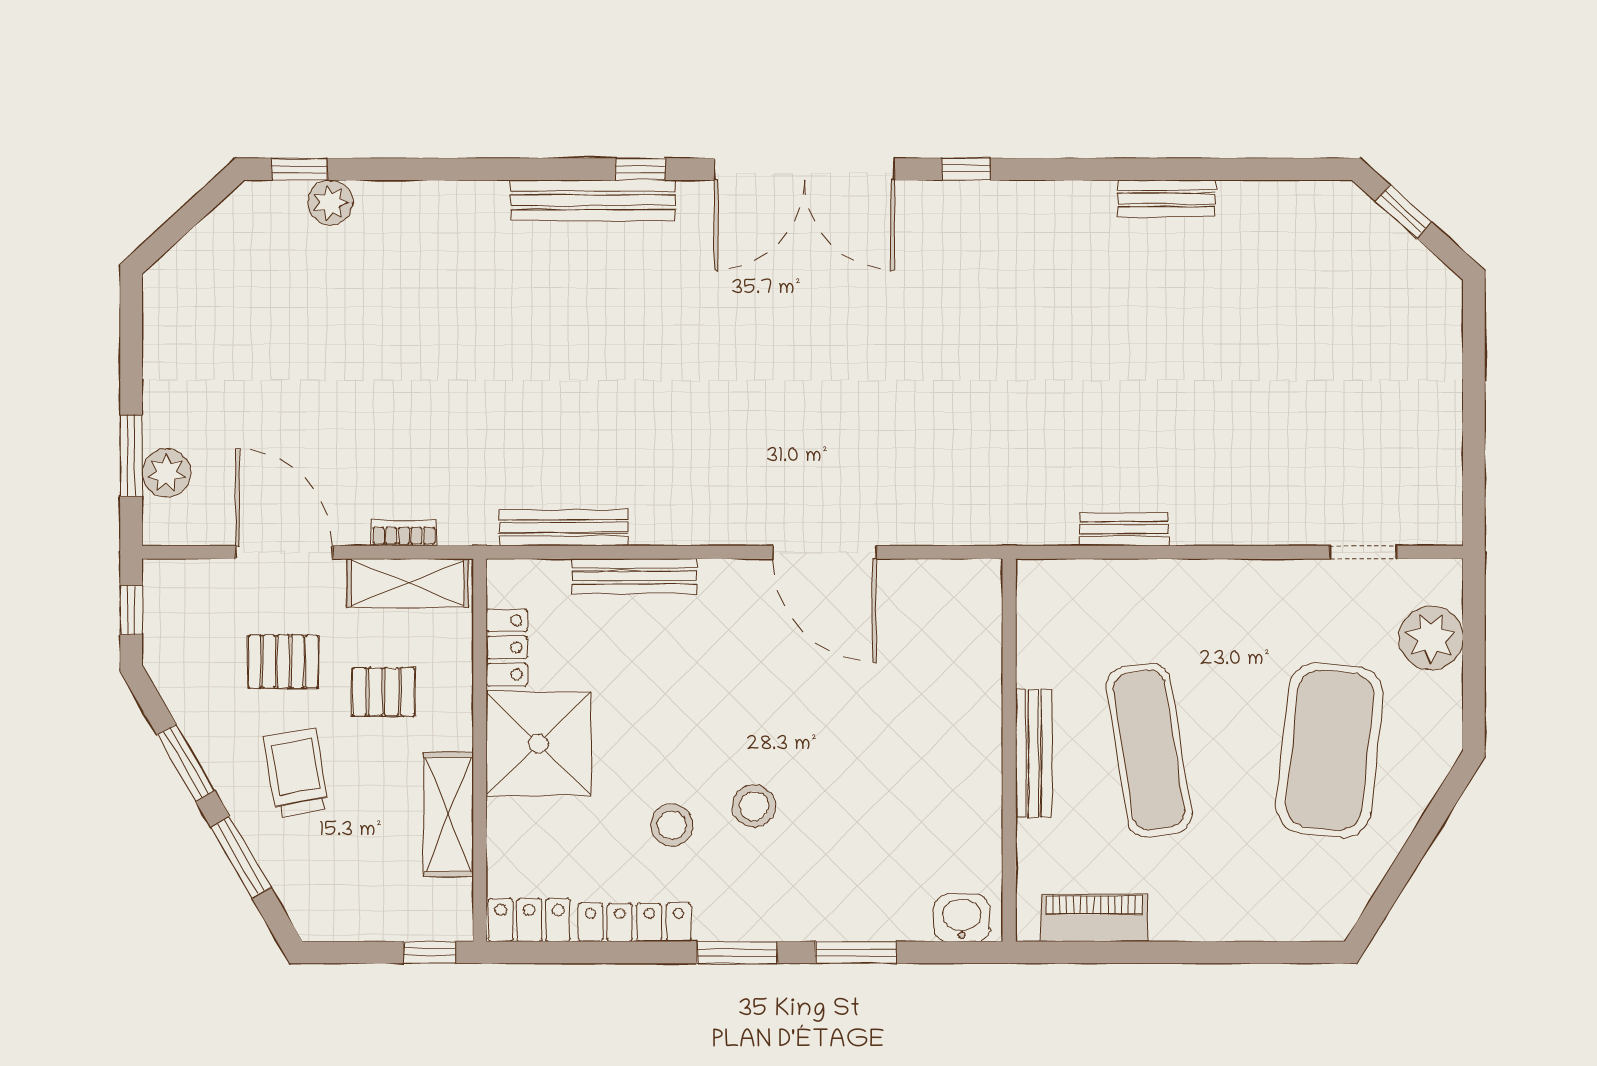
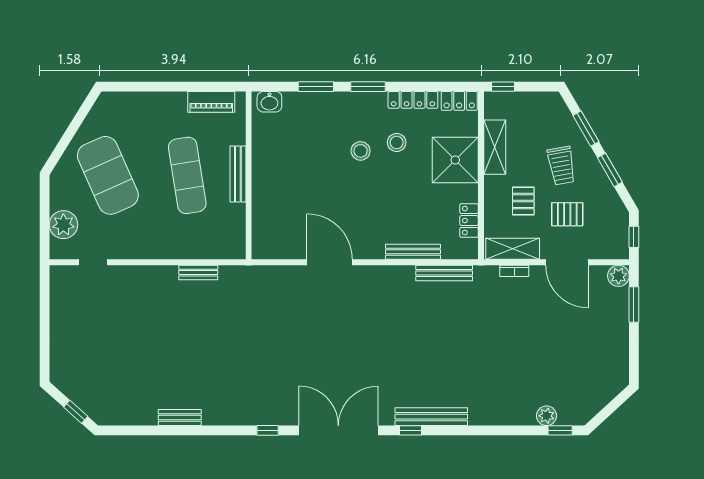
plant: (166, 473) -> (618, 276), moved
pallet: (383, 692) -> (523, 201), turned 90
shower: (538, 744) -> (455, 160), moved
exercise mat: (1330, 750) -> (108, 175), turned -30

